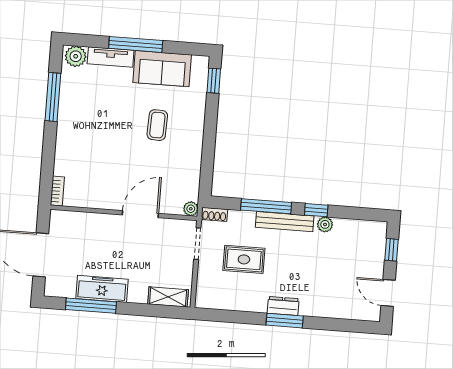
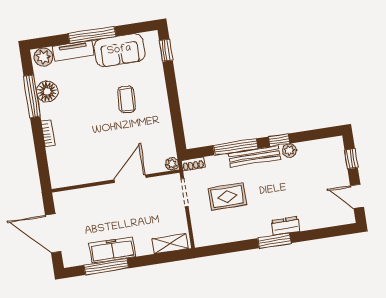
floor lamp: (71, 96) -> (47, 91), added
bookcase: (57, 191) -> (48, 134), moved
dresser: (283, 306) -> (286, 226), moved

